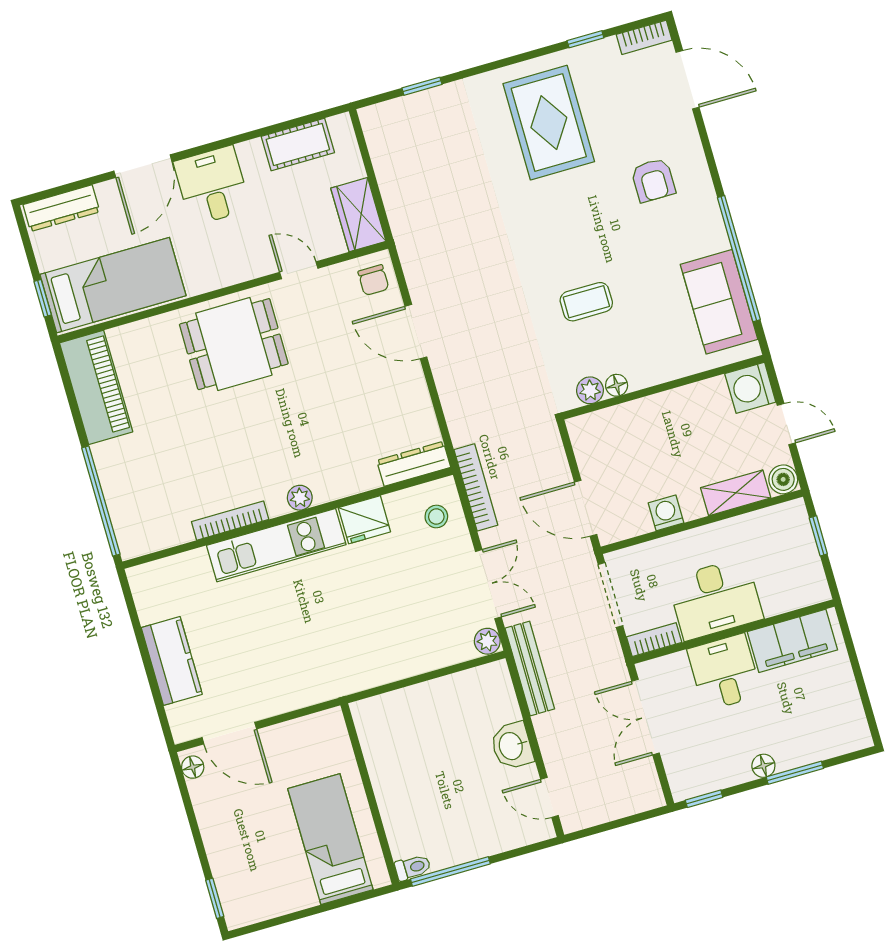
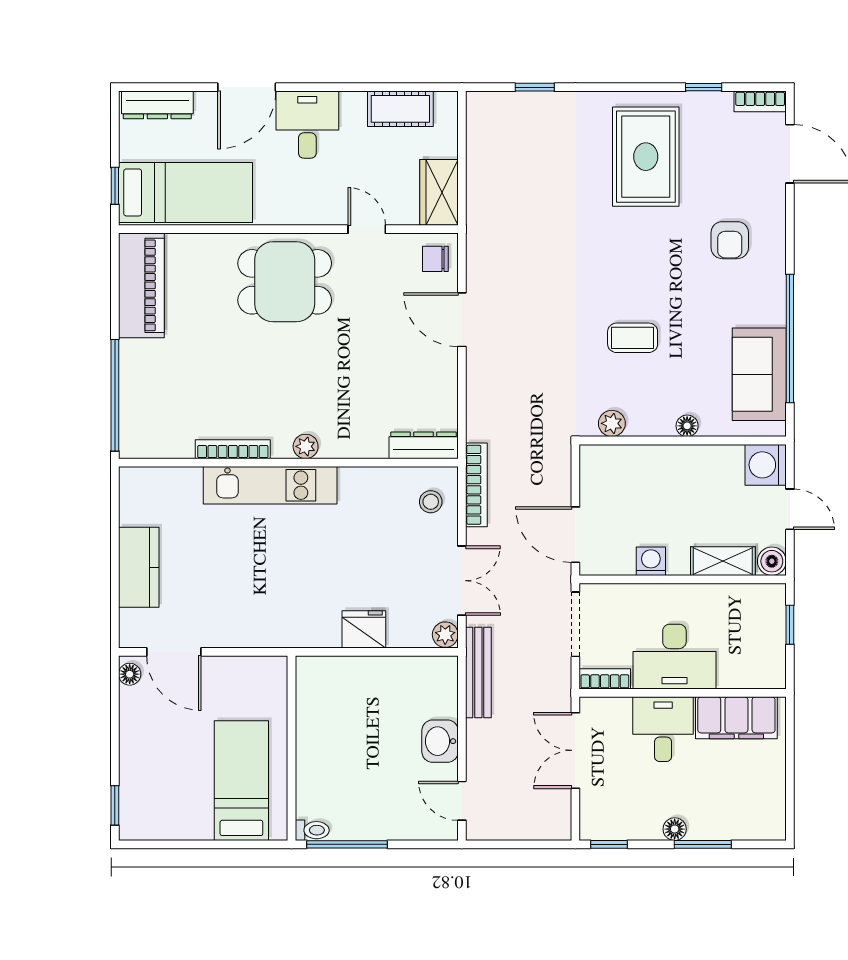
chair: (373, 280) -> (435, 259), turned 90
floor lamp: (617, 385) -> (687, 426), moved
fridge: (364, 520) -> (364, 629), moved, turned 180

